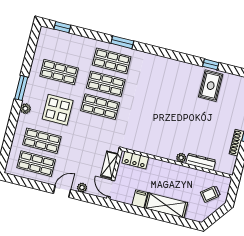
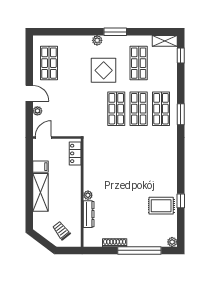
shop shelf: (42, 141) -> (71, 63), removed
shelving: (109, 165) -> (165, 41), moved

